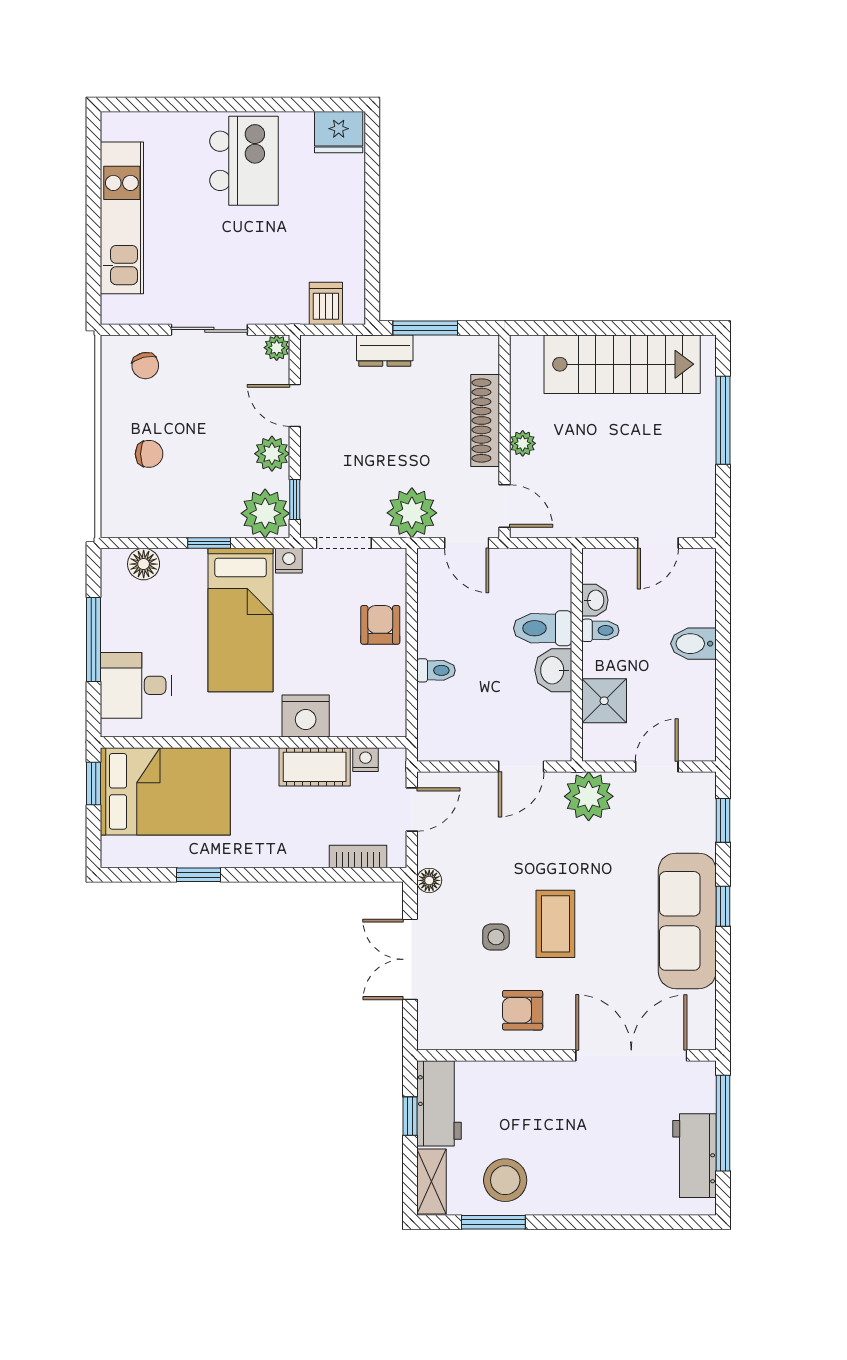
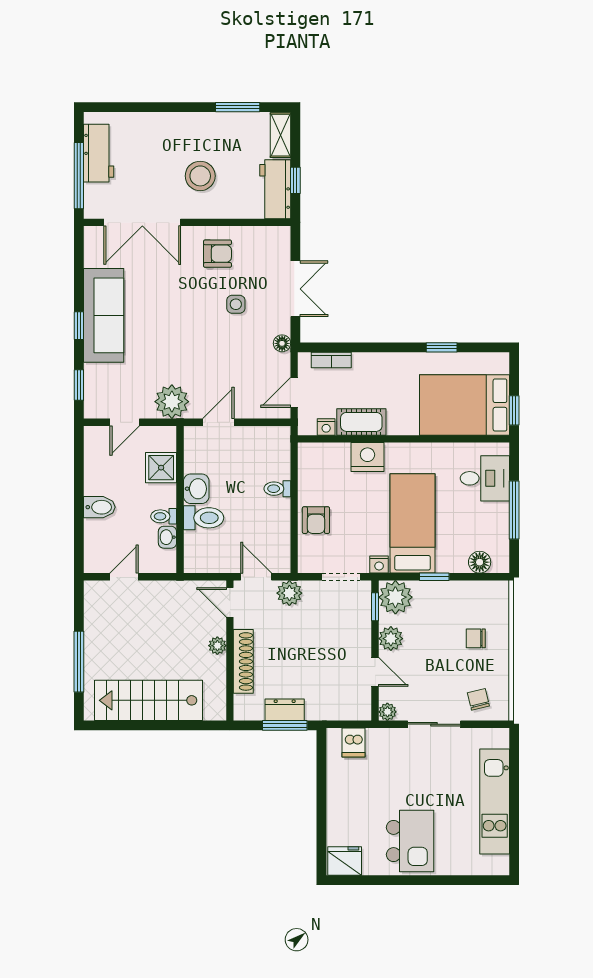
kitchen island: (244, 161) -> (410, 841), turned 180
dresser: (385, 351) -> (285, 710), moved
plant: (412, 513) -> (289, 593), width x0.73, depth x0.73
coffee table: (555, 924) -> (195, 313), removed
stool: (505, 1180) -> (200, 176), moved

